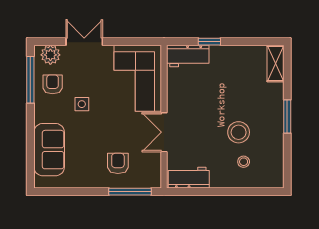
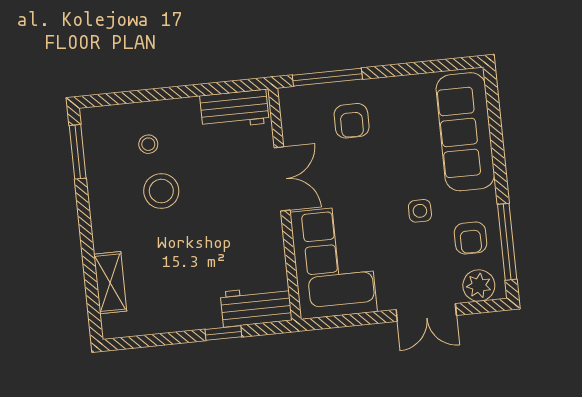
shelving: (275, 63) -> (110, 283), moved
window: (287, 117) -> (78, 152), moved
sofa: (49, 150) -> (465, 132), width x1.36

